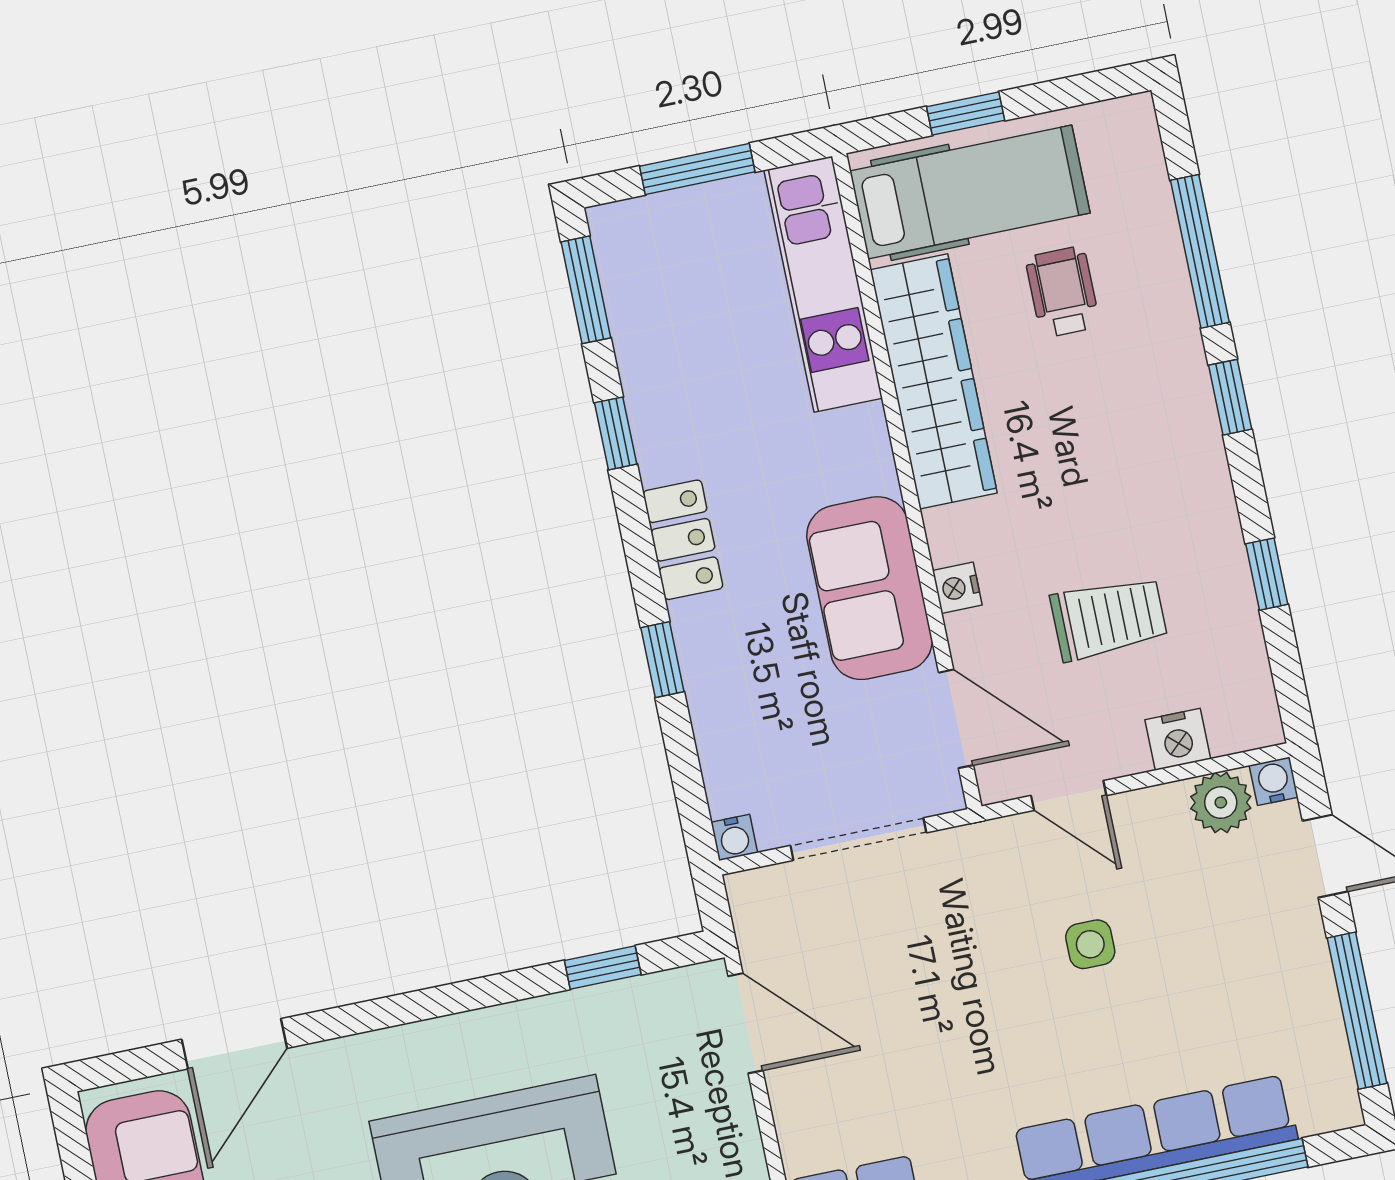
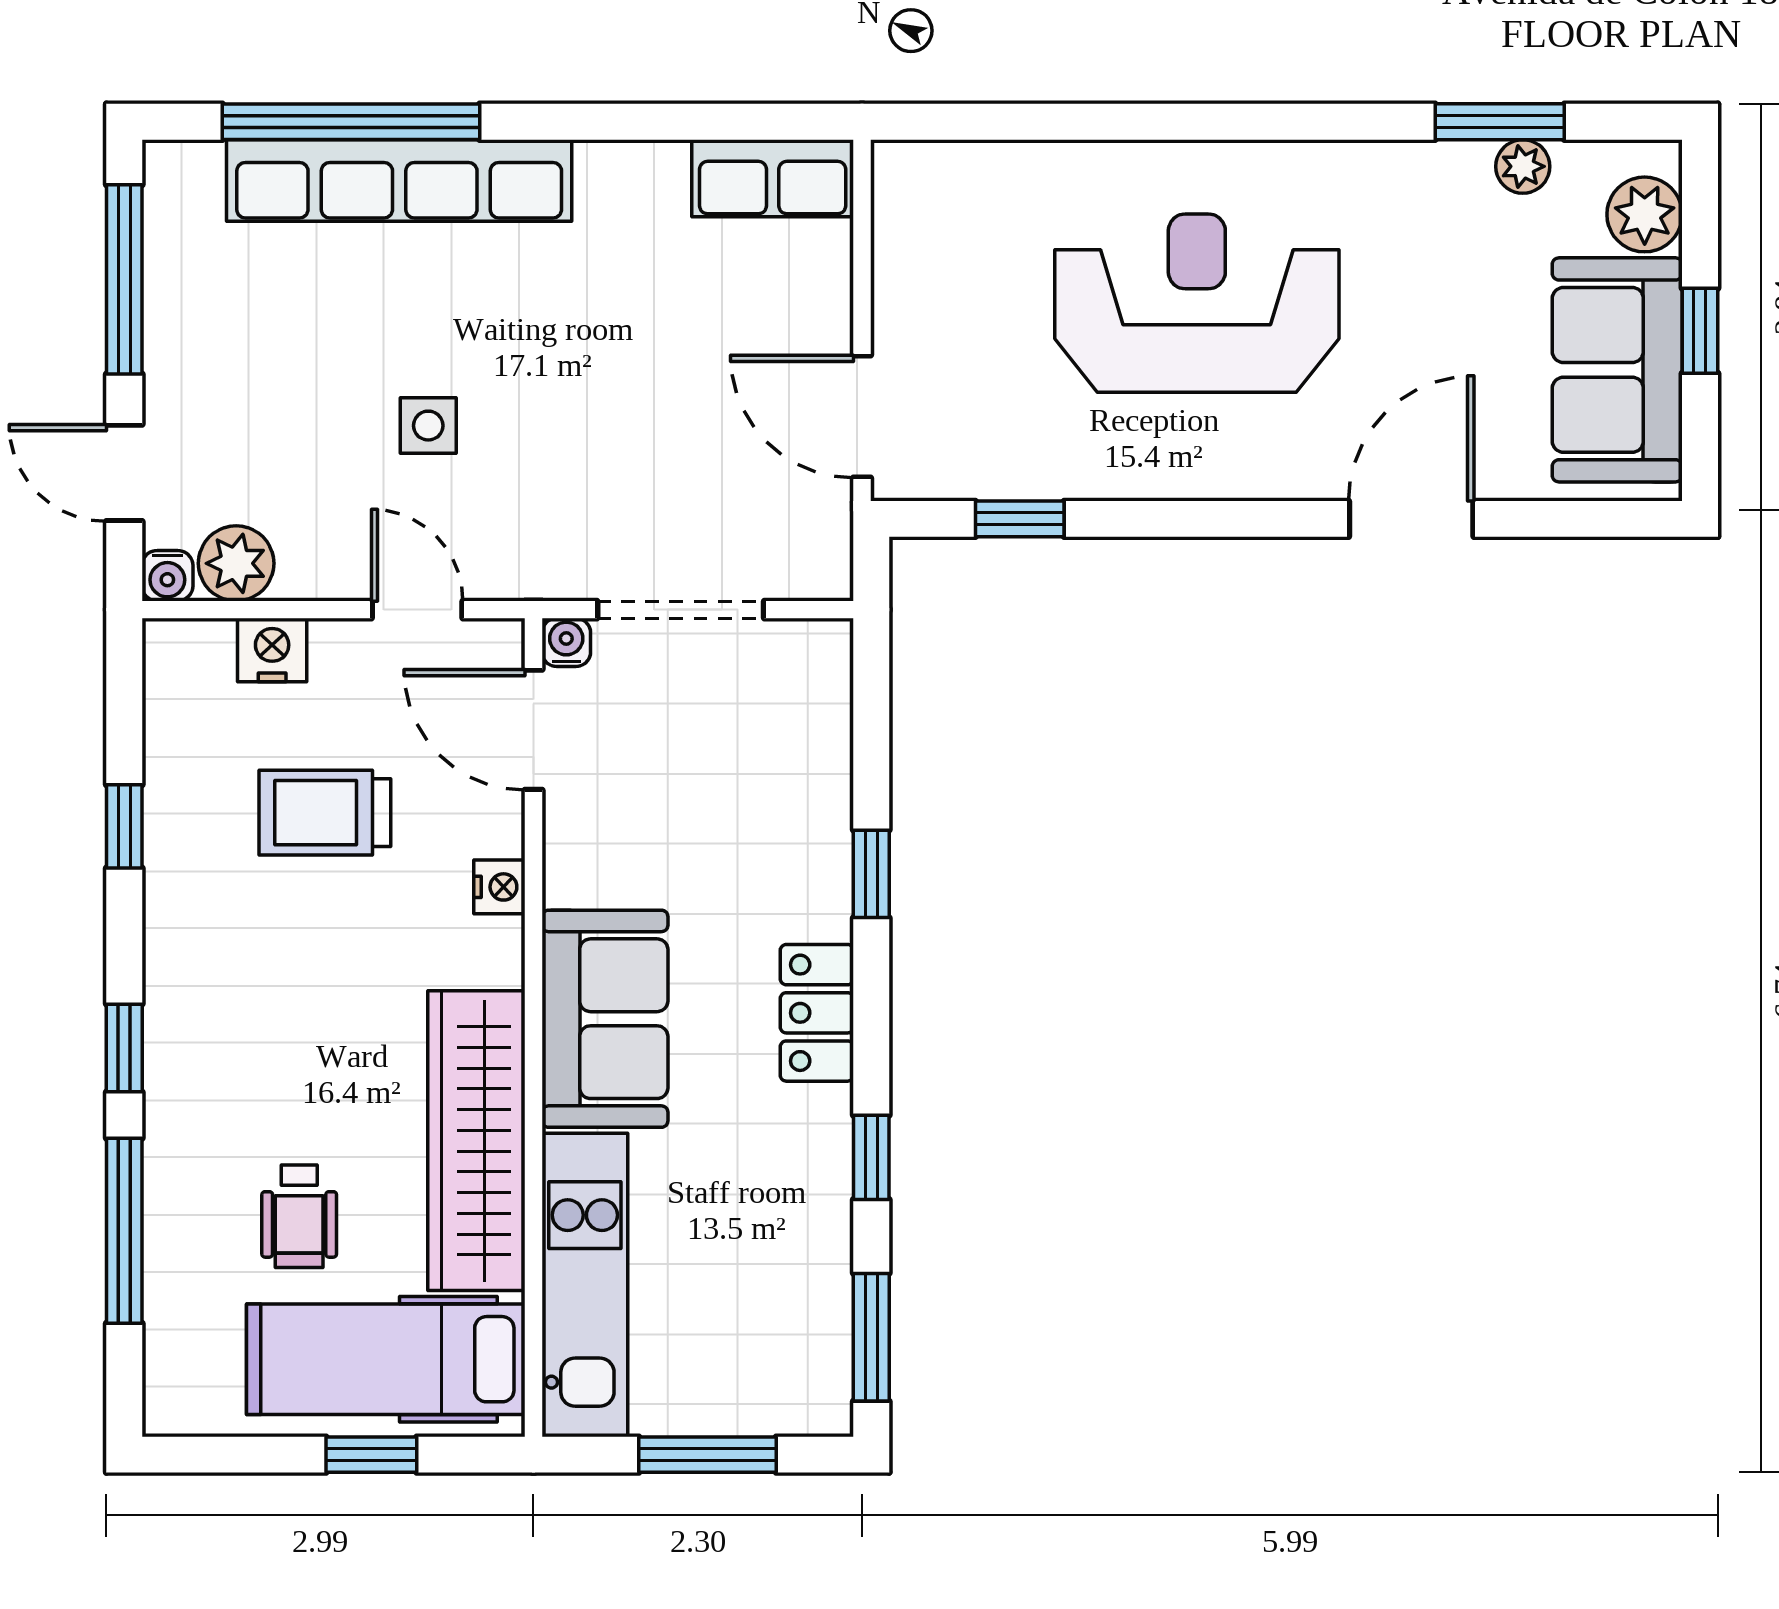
sofa: (869, 588) -> (605, 1019), moved
water cooler: (734, 837) -> (566, 642), moved
door: (234, 1044) -> (1411, 519), moved

